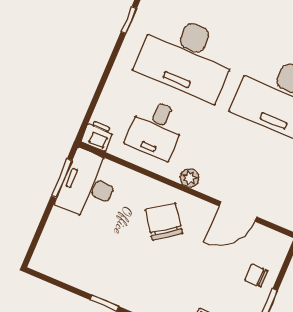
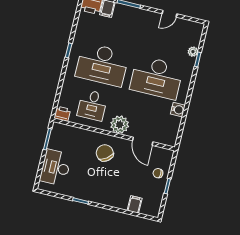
plant: (190, 178) -> (120, 125), width x1.88, depth x1.88
desk: (88, 185) -> (55, 168), moved
door: (238, 212) -> (143, 141), hinge flipped

